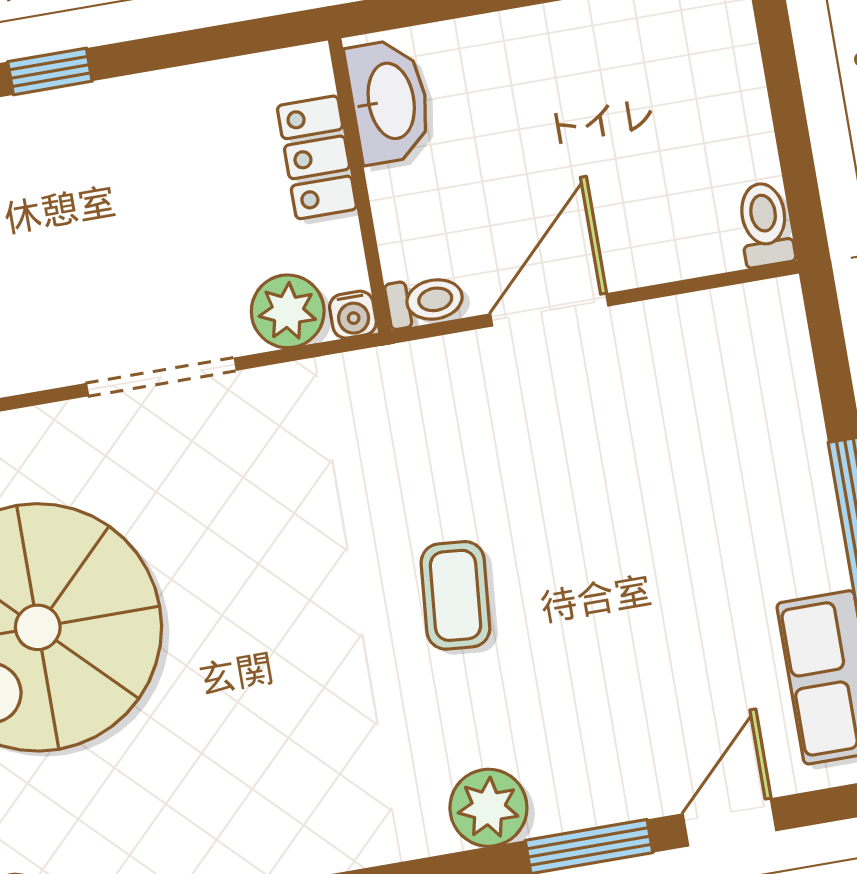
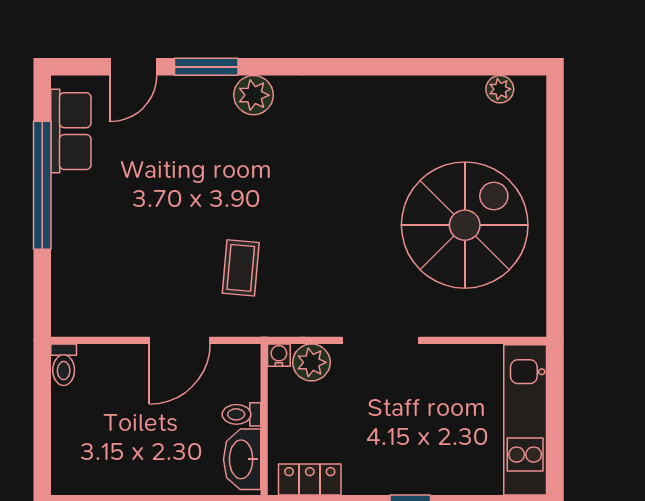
locker: (317, 157) -> (310, 479), moved, turned -90
toilet: (425, 301) -> (241, 414), moved
coffee table: (455, 595) -> (241, 268), moved

